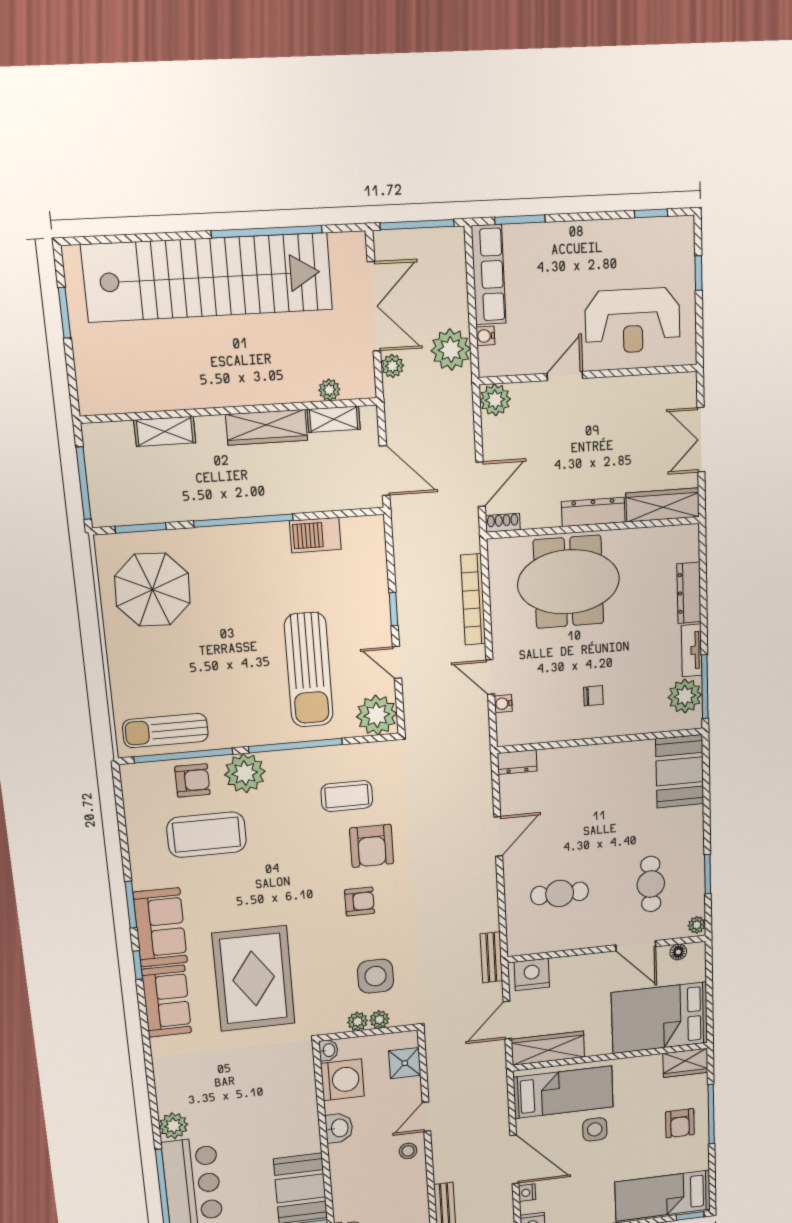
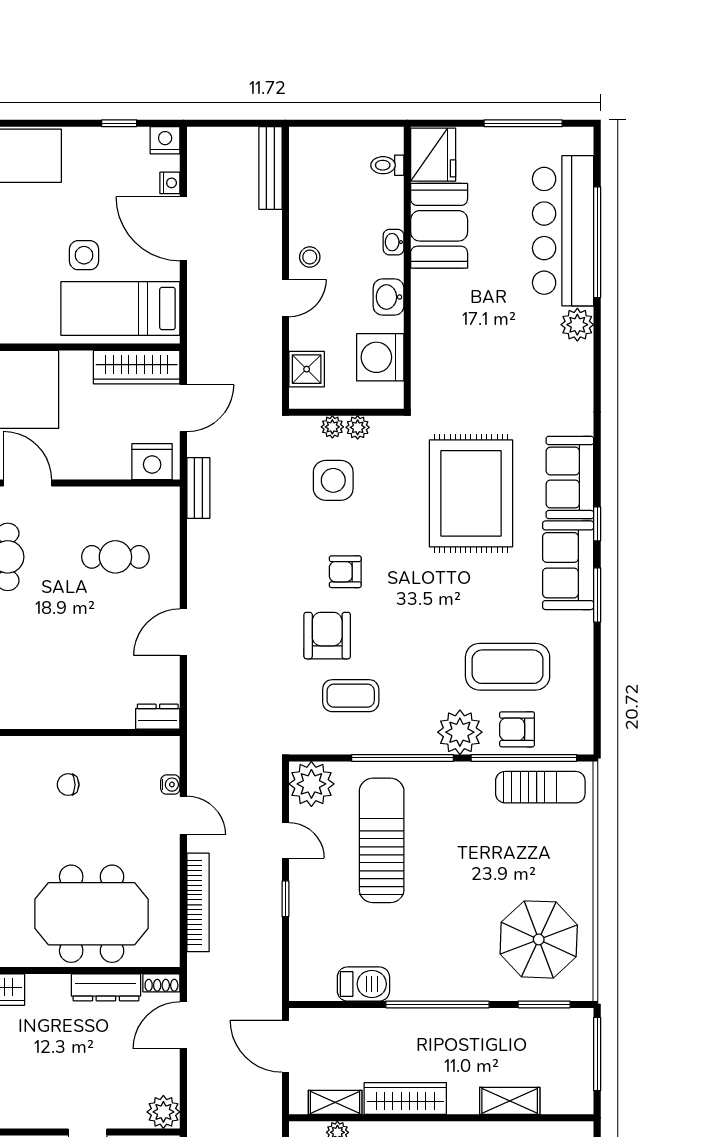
dresser: (593, 512) -> (106, 987), moved
washbasin: (328, 1050) -> (394, 242), moved

